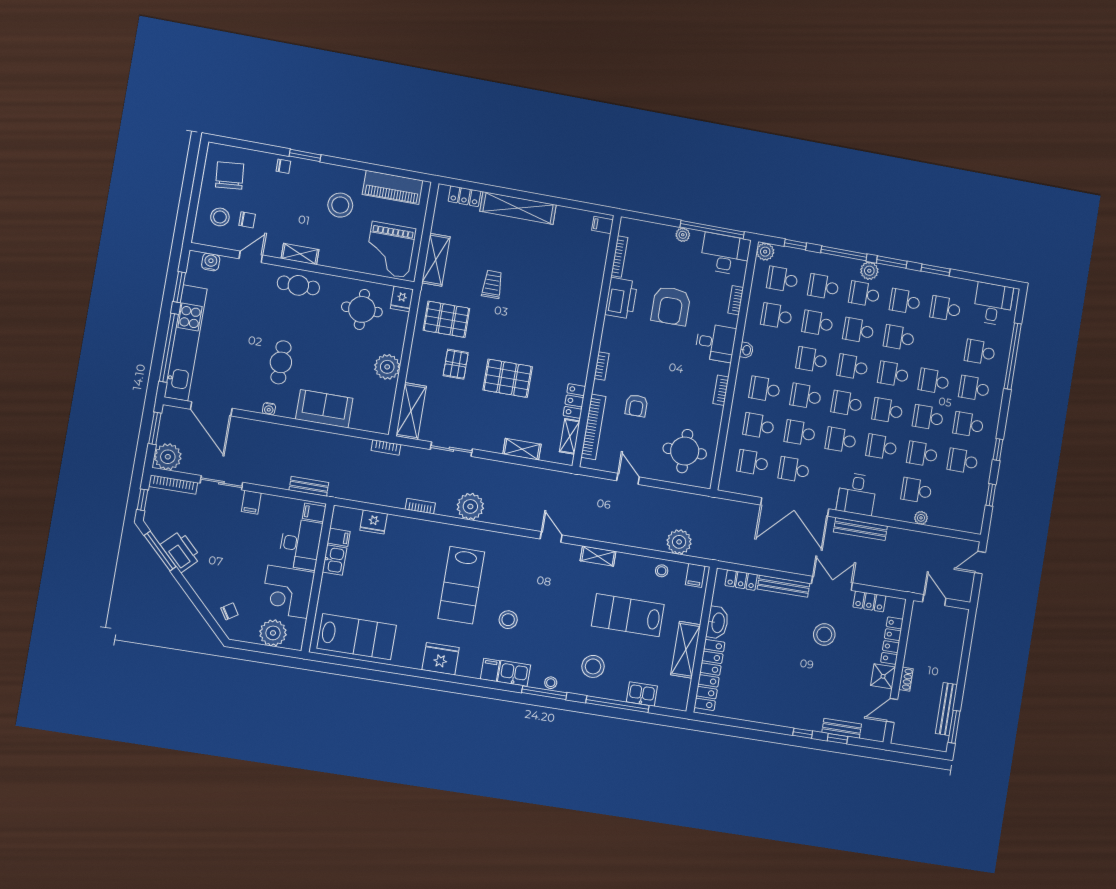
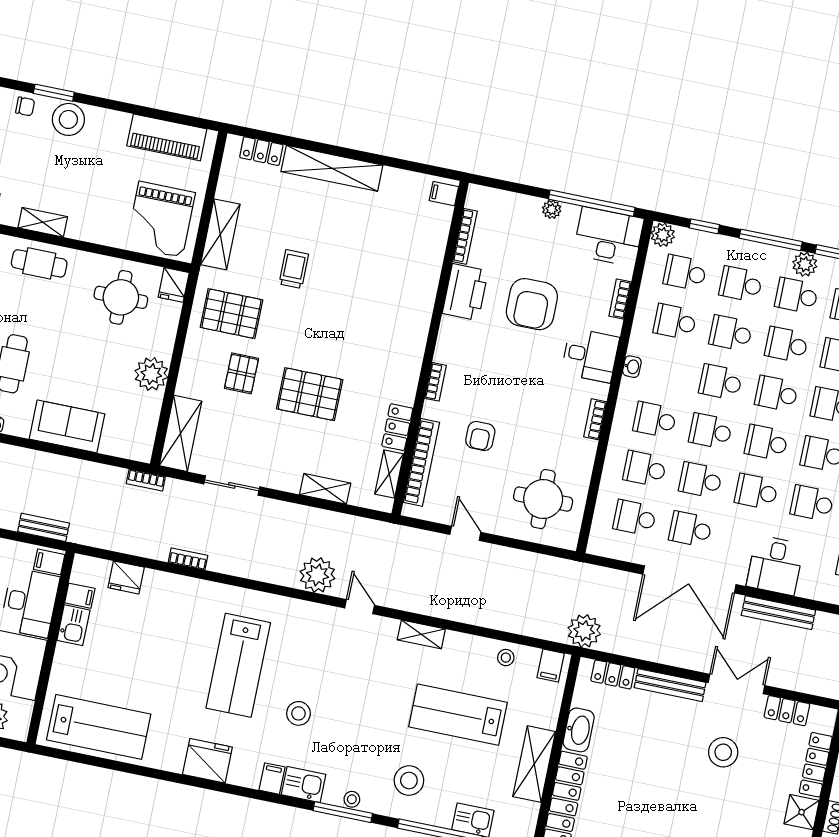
stool: (340, 205) -> (68, 119), moved
plant: (470, 506) -> (317, 575), moved
plant: (679, 542) -> (584, 631), moved

